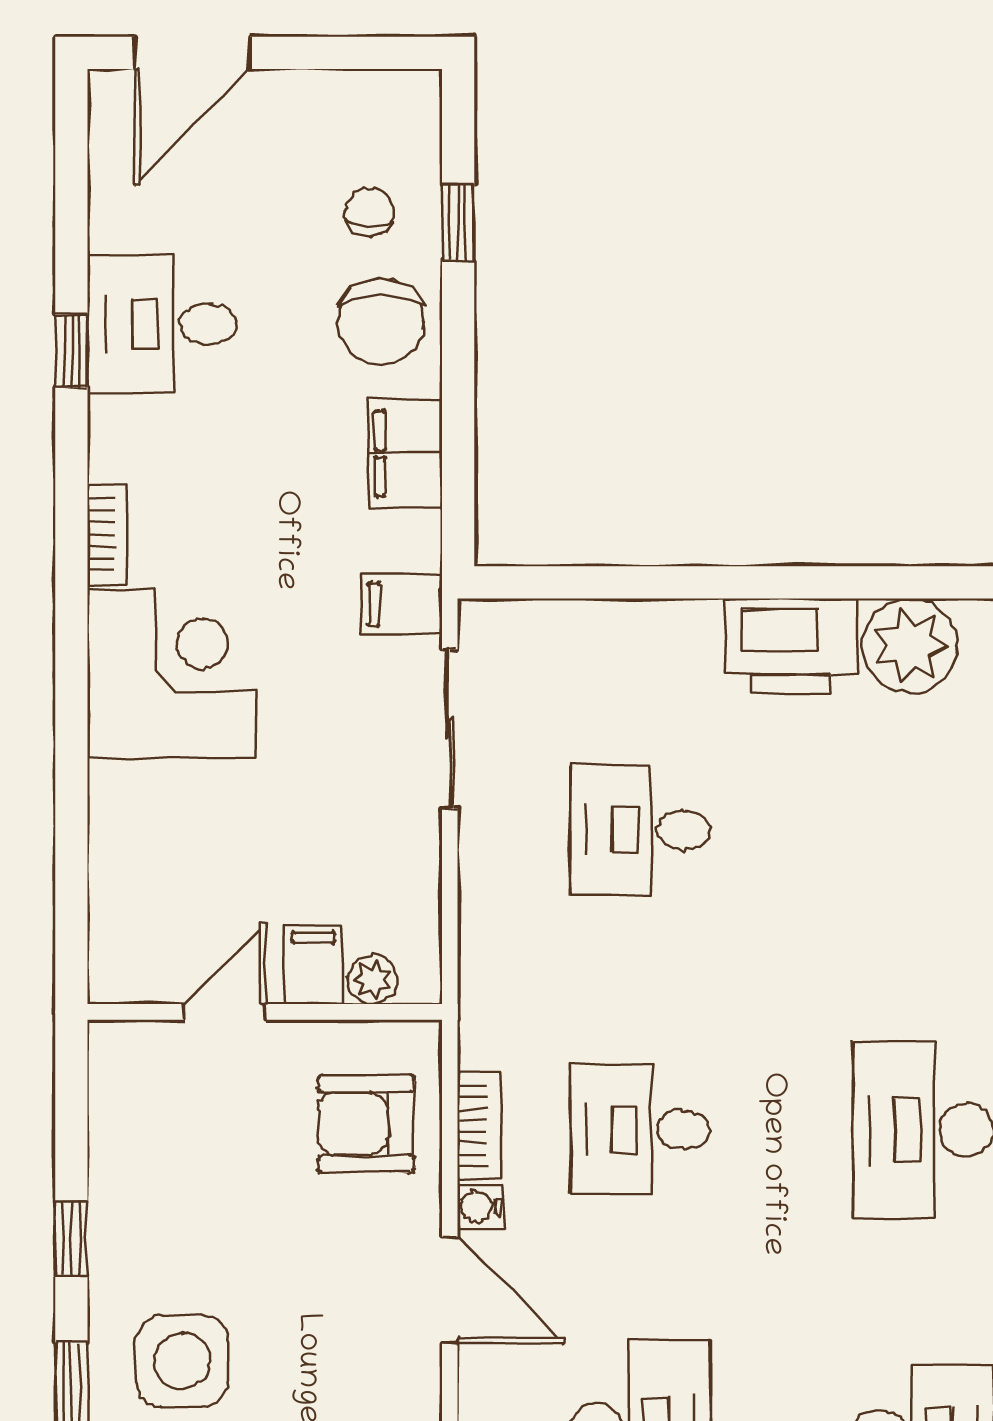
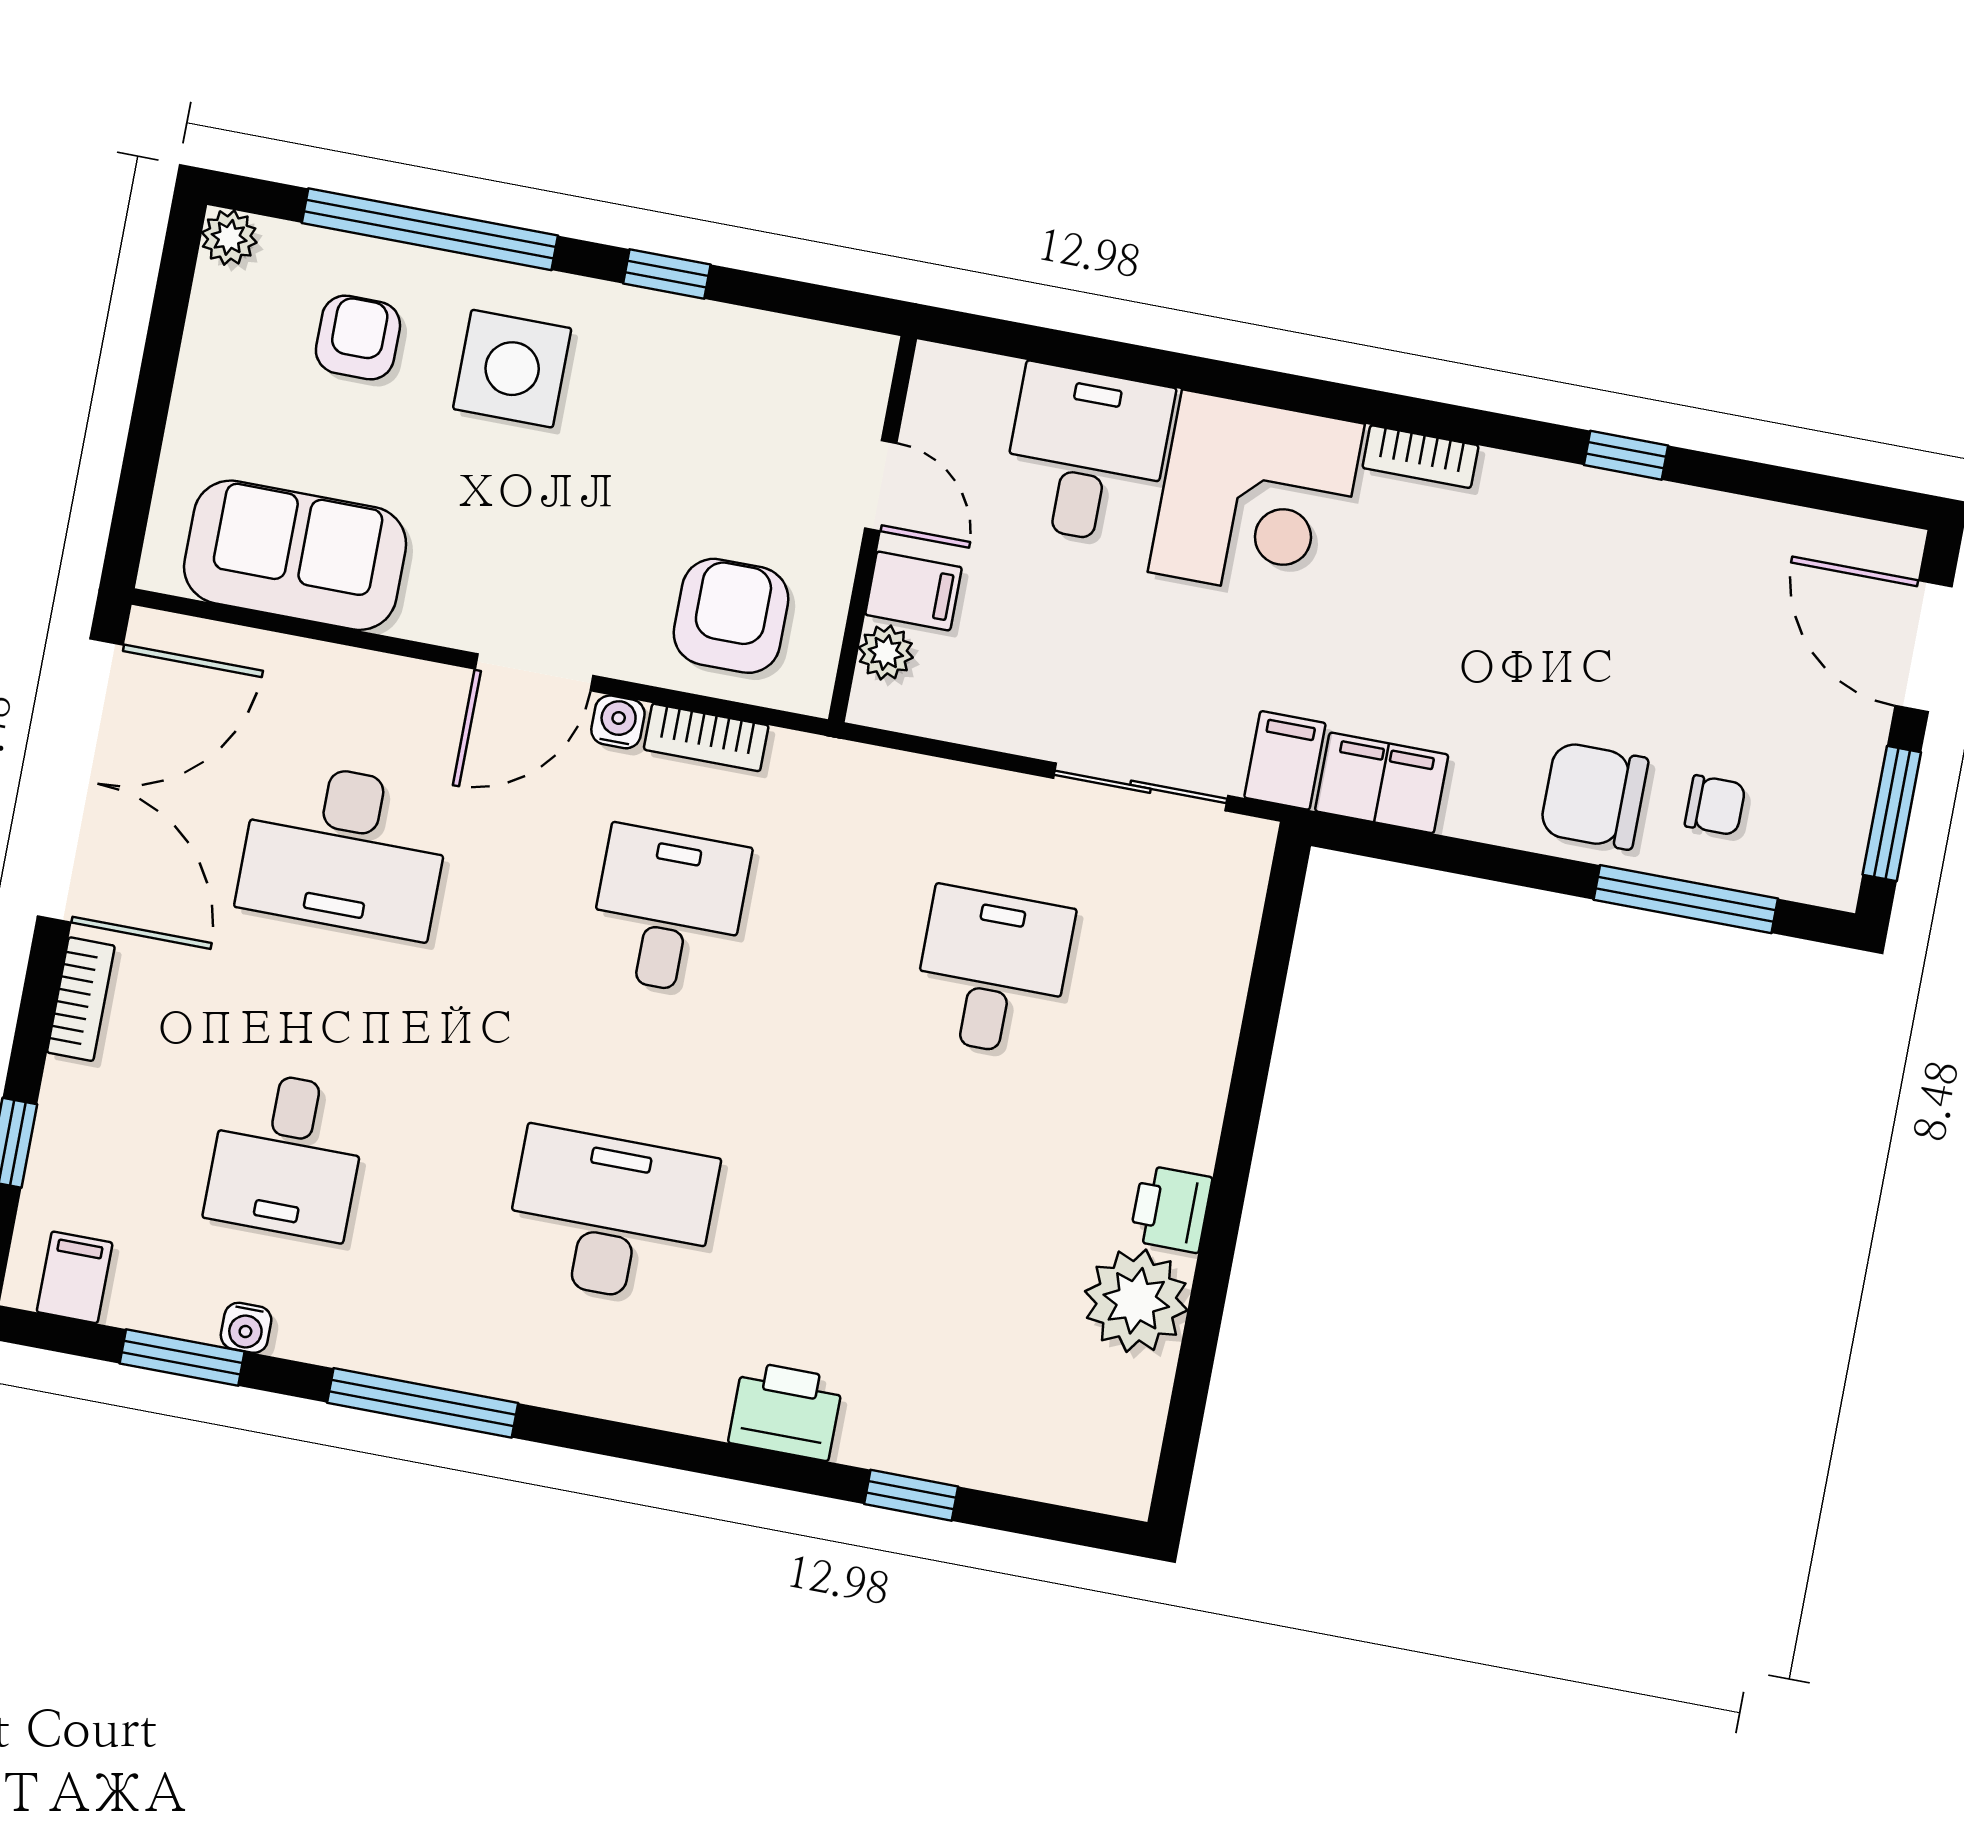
window: (347, 53) -> (1892, 814), added
window: (458, 223) -> (1686, 899), width x2.17
desk: (162, 324) -> (1087, 455), moved
filing cabinet: (406, 454) -> (1382, 783), moved
printer: (791, 646) -> (1171, 1209), width x0.53, depth x0.68

